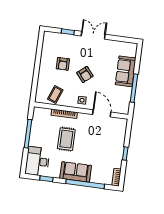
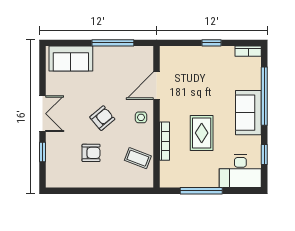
double door: (93, 35) -> (43, 114), swing flipped
sofa: (126, 71) -> (71, 59), moved
rug: (66, 139) -> (202, 133), turned 90

